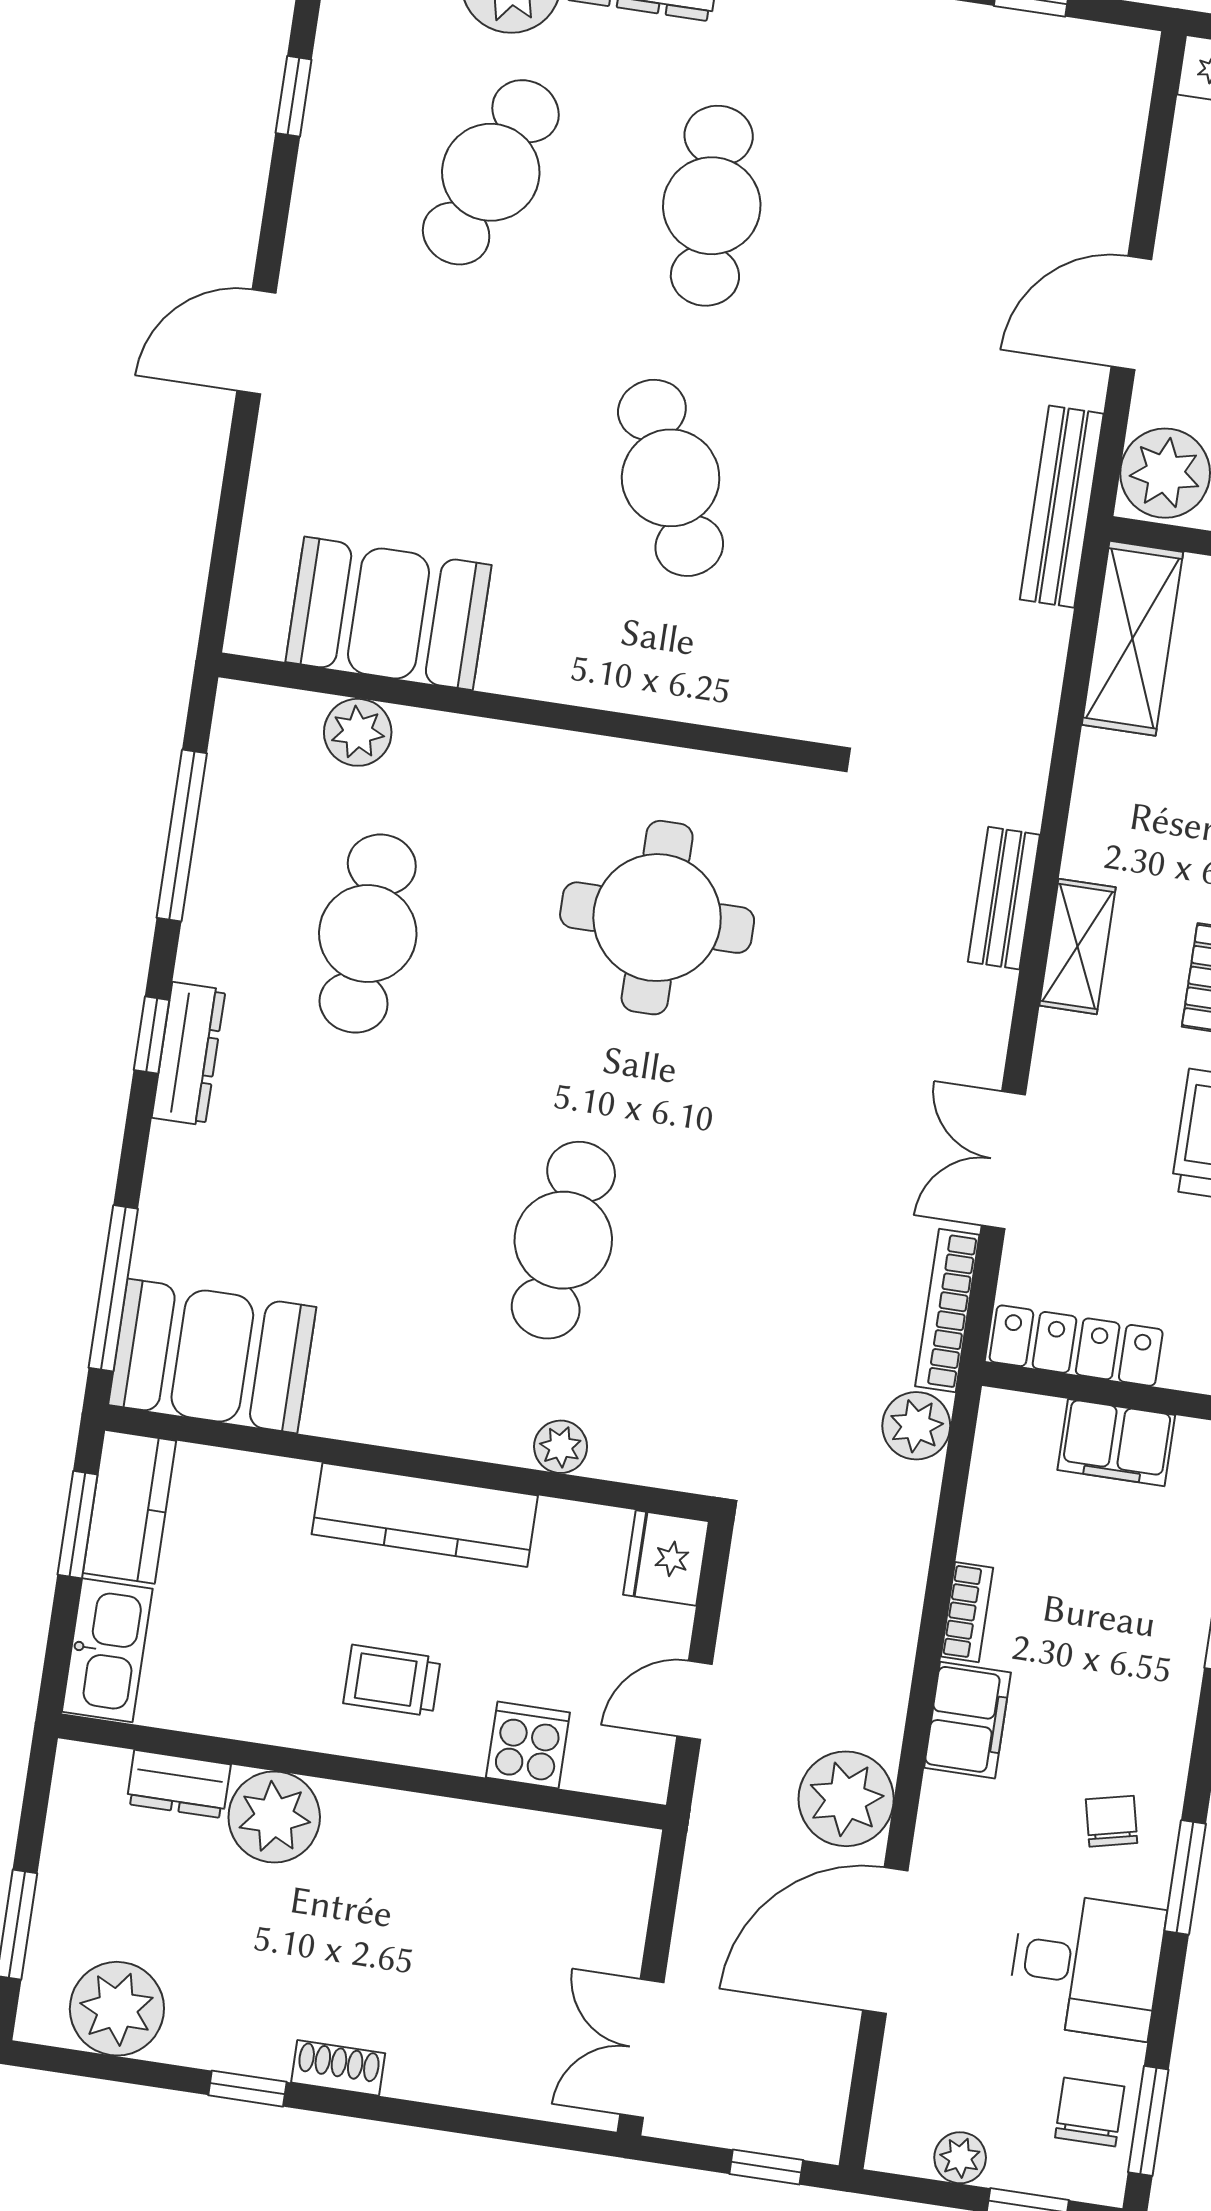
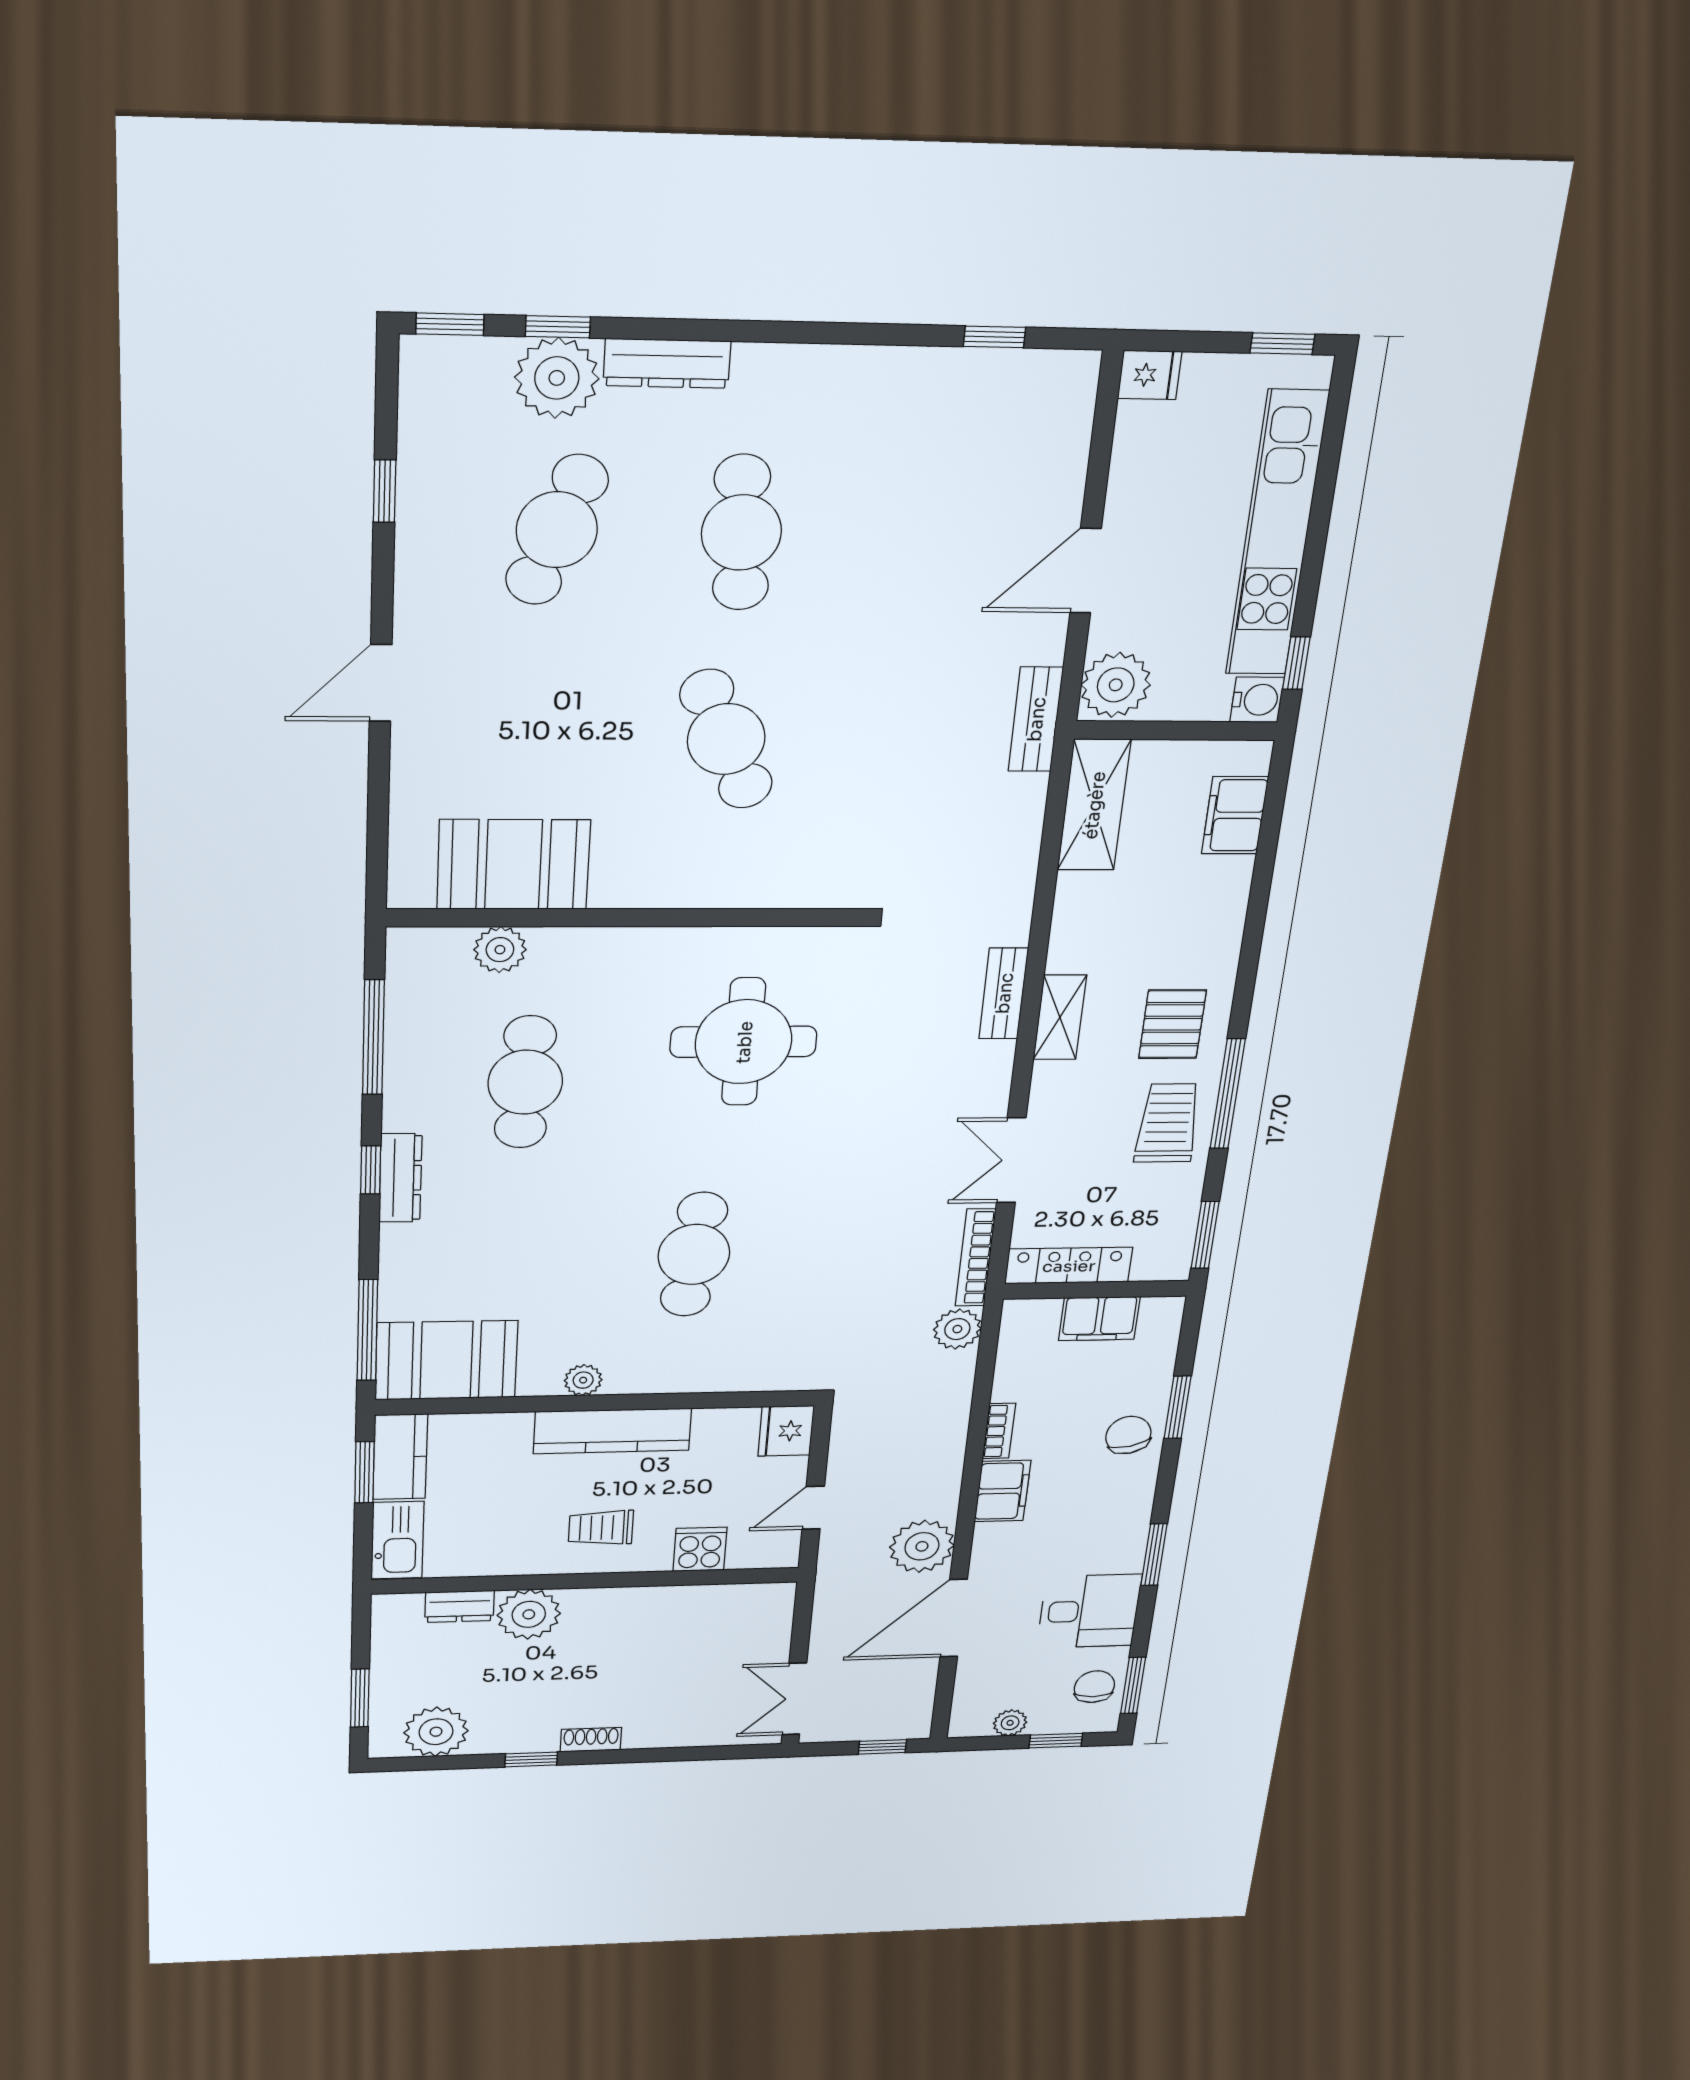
bench: (1062, 507) -> (1036, 719), width x0.73
plant: (561, 1447) -> (583, 1380), moved
chair: (1112, 1821) -> (1128, 1435), moved, width x1.37, depth x1.37

